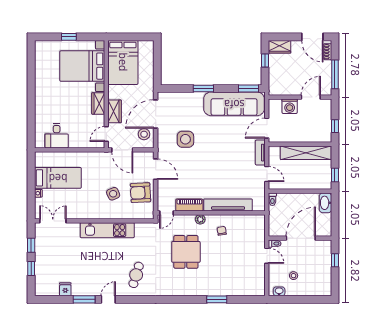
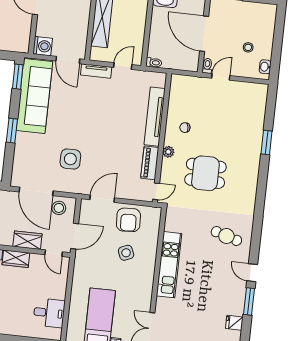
washing machine: (290, 106) -> (43, 46), moved
door: (167, 213) -> (156, 191), hinge flipped

